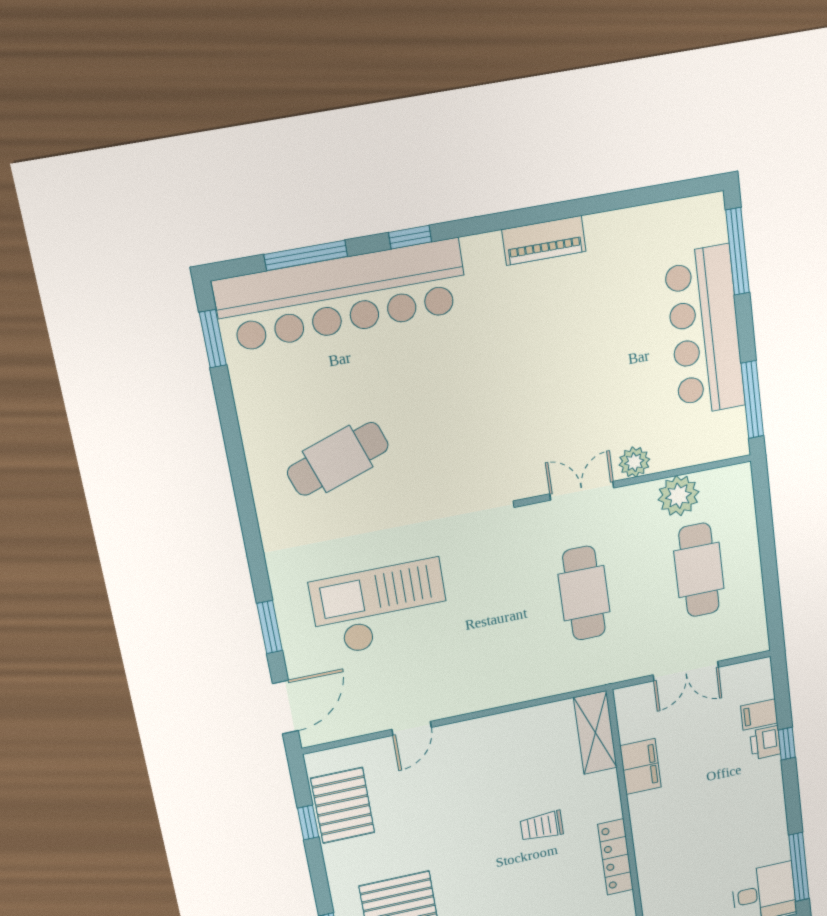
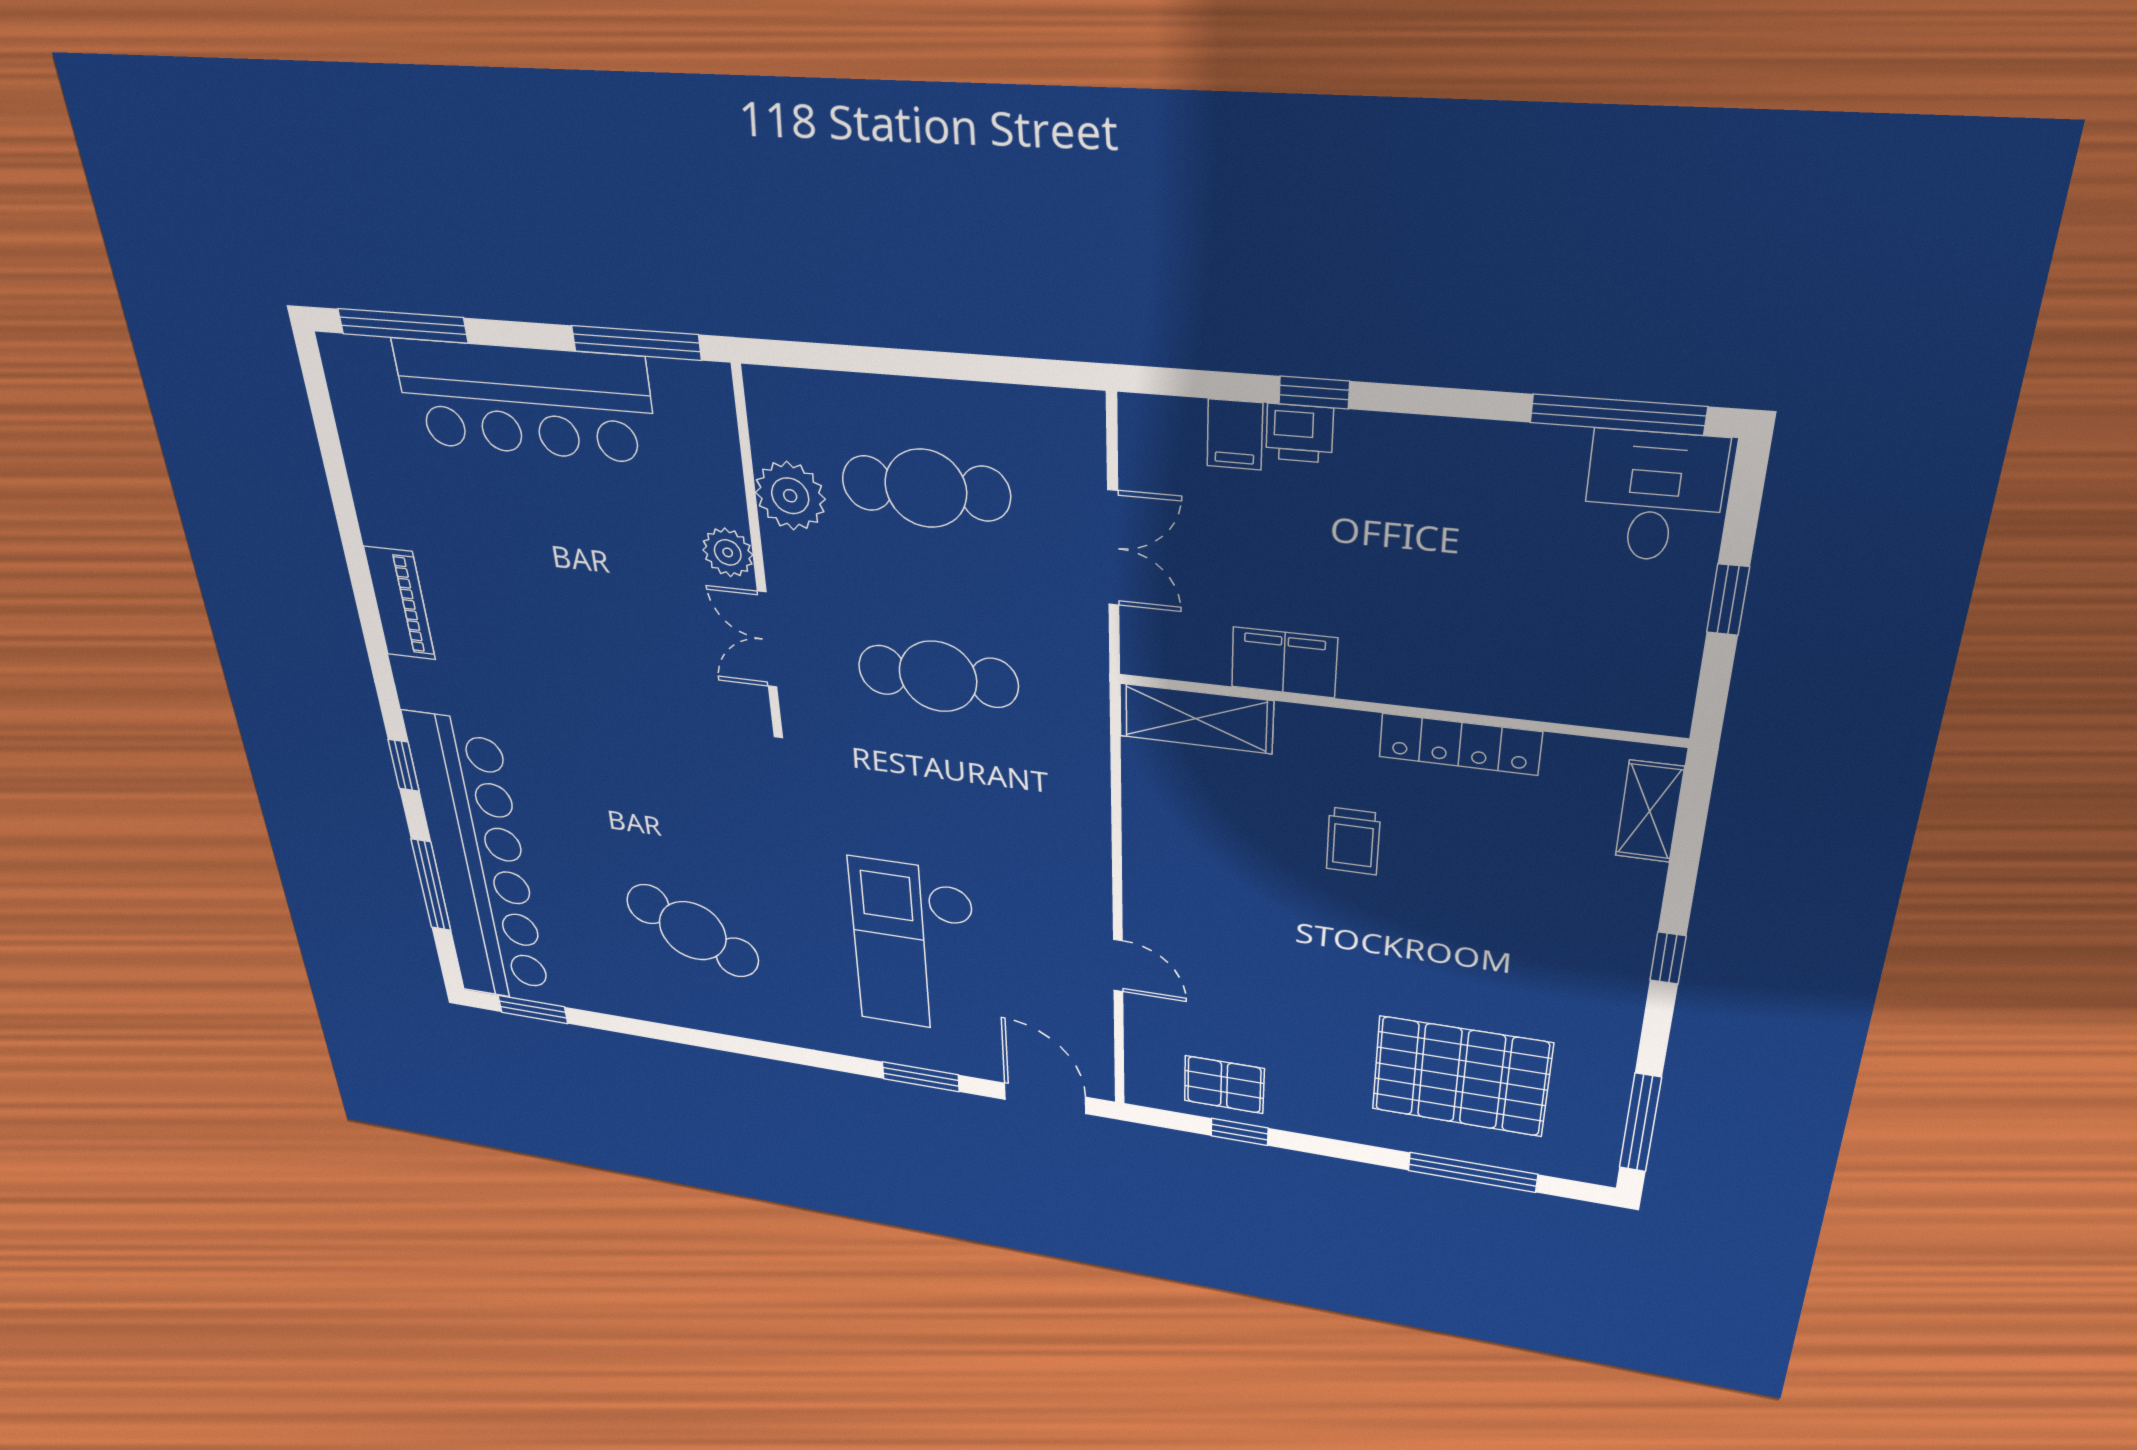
cafe table: (338, 459) -> (693, 931), turned -42
pallet: (343, 805) -> (1224, 1085), width x0.67, depth x0.71

